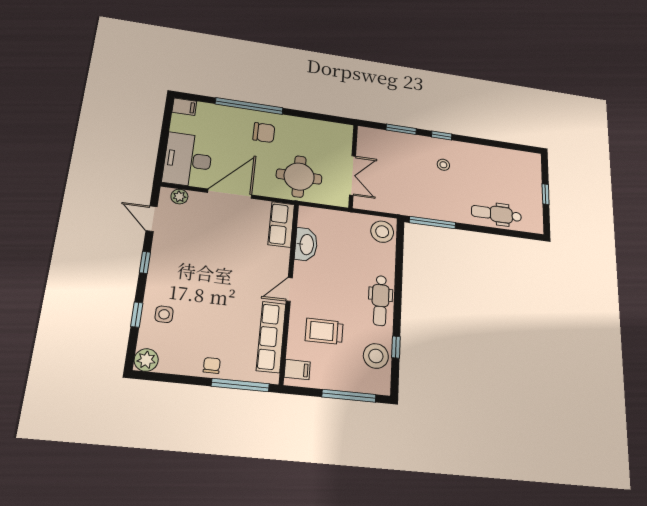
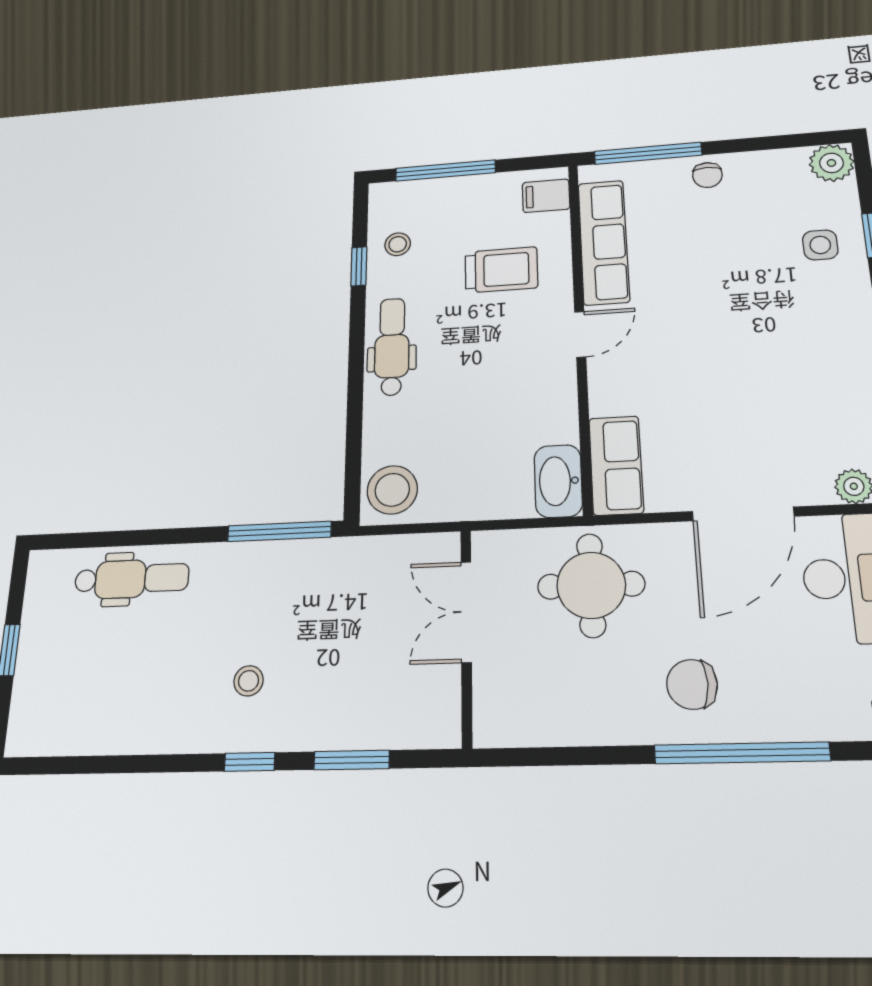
washbasin: (306, 244) -> (558, 481), moved
stool: (376, 356) -> (398, 244), width x0.53, depth x0.53

